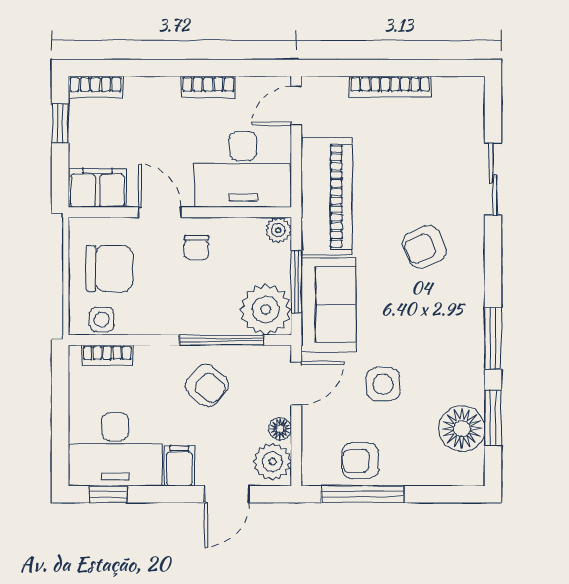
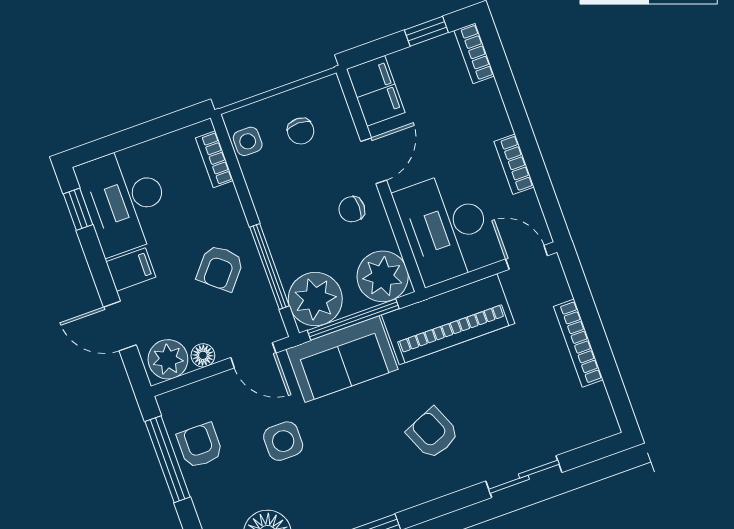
plant: (278, 230) -> (383, 276), width x1.87, depth x1.87
chair: (110, 268) -> (301, 131), width x0.54, depth x0.54
window: (296, 282) -> (353, 319), width x1.44

